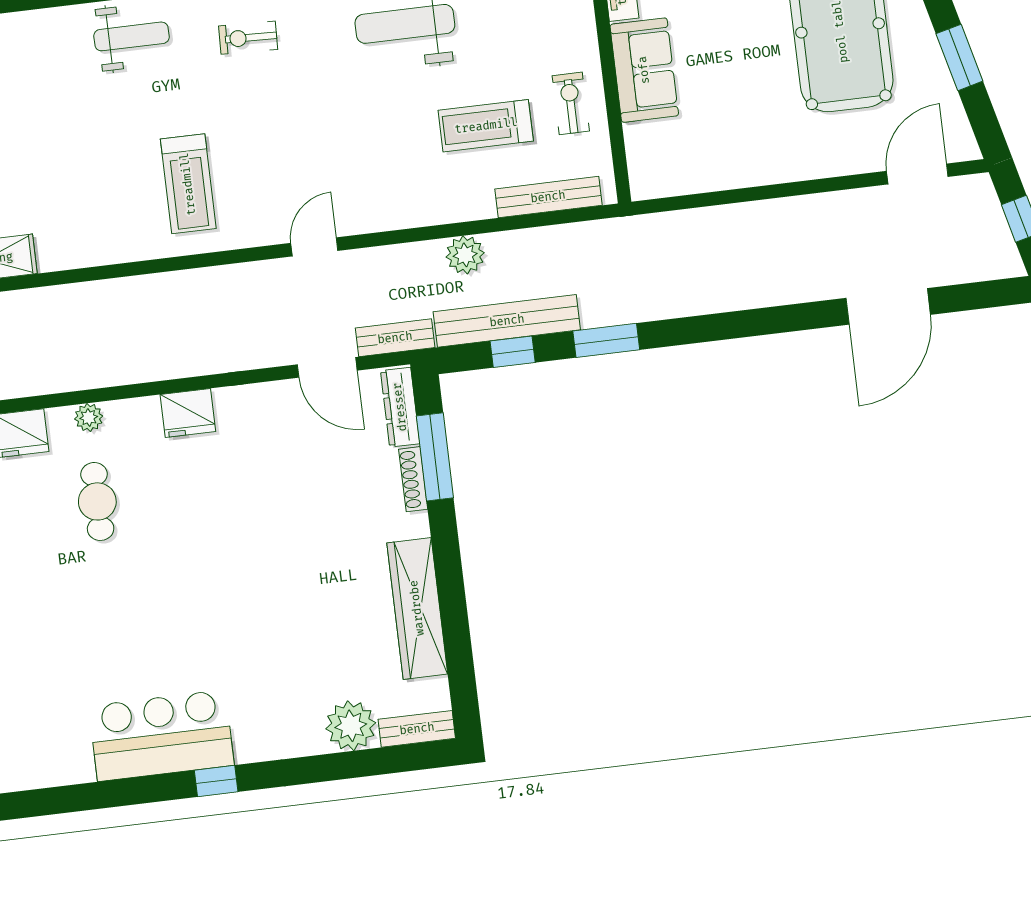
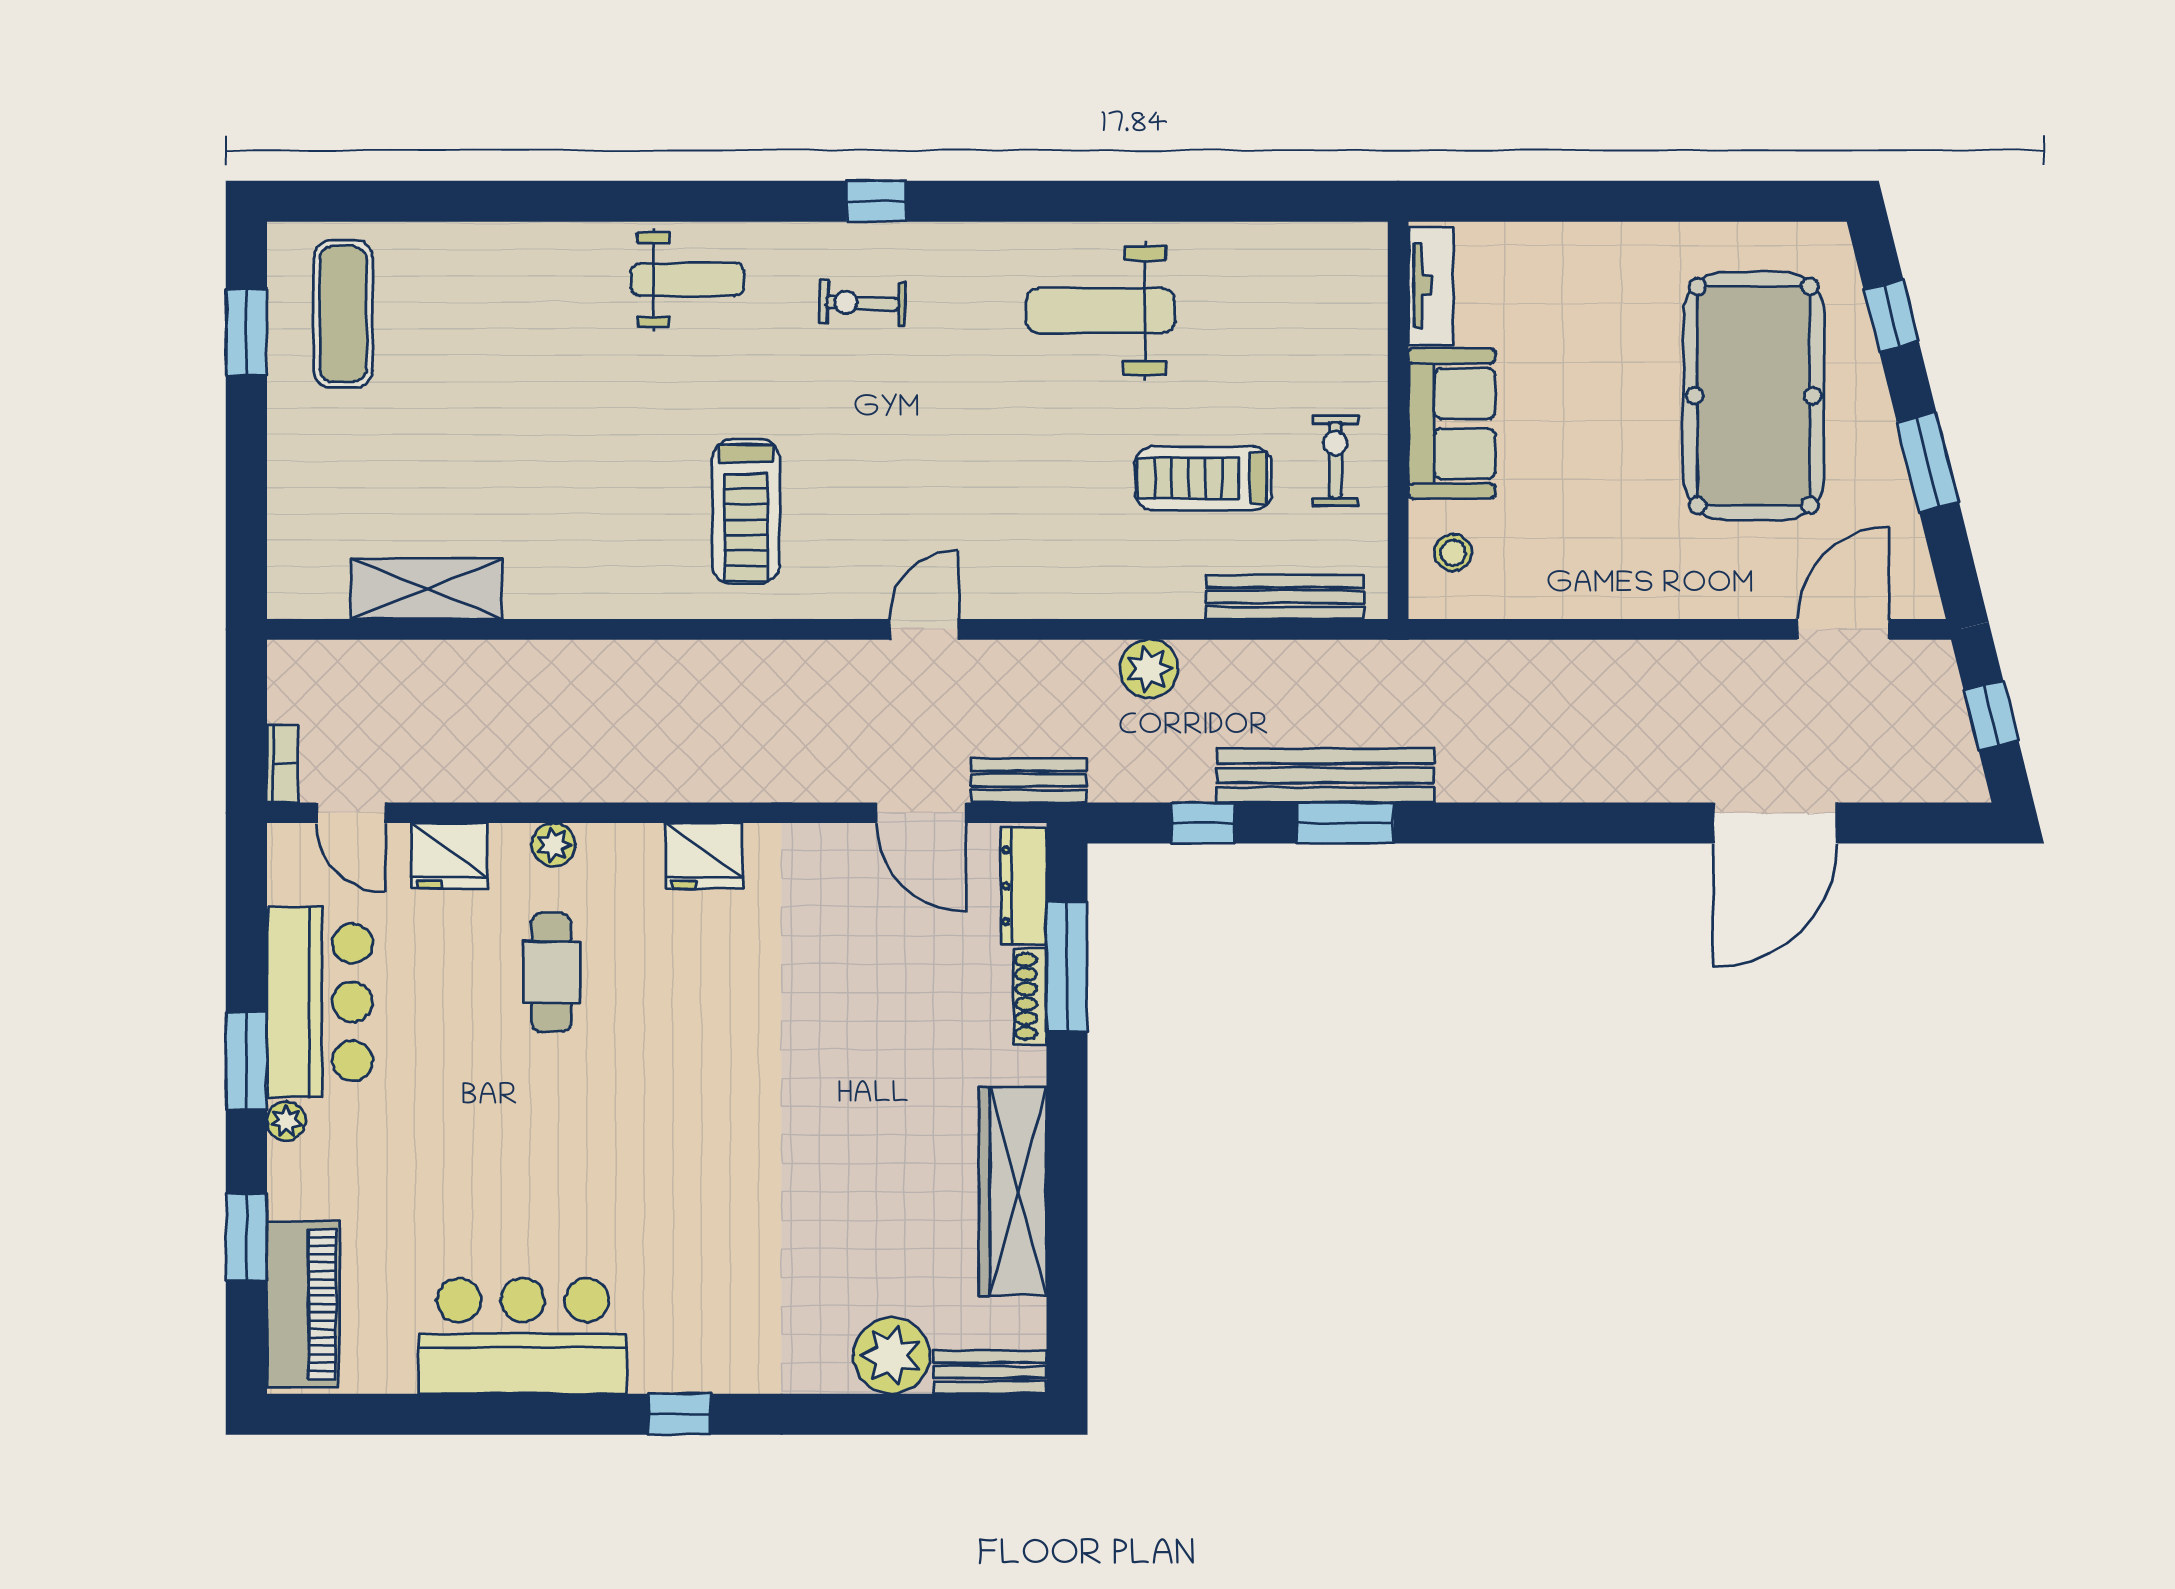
stool: (655, 155) -> (1453, 553), added
bench: (507, 321) -> (1325, 775), moved
bar counter: (161, 736) -> (523, 1336), moved

